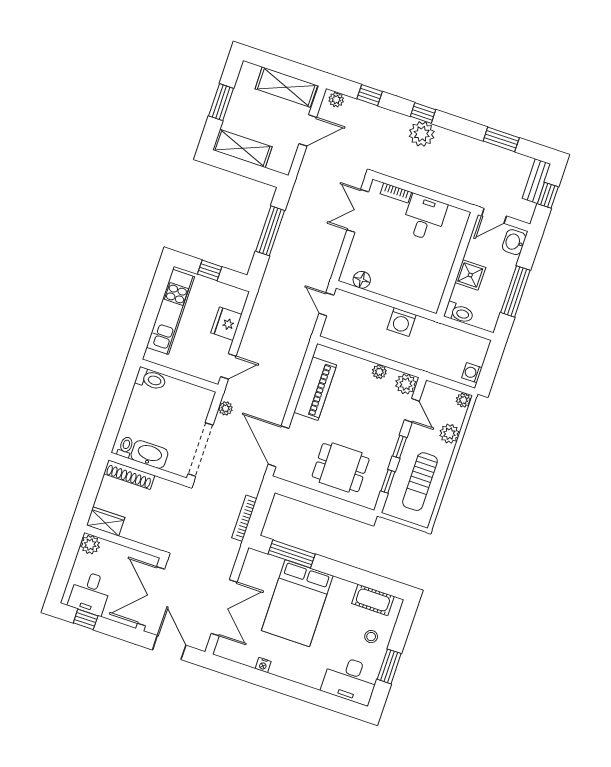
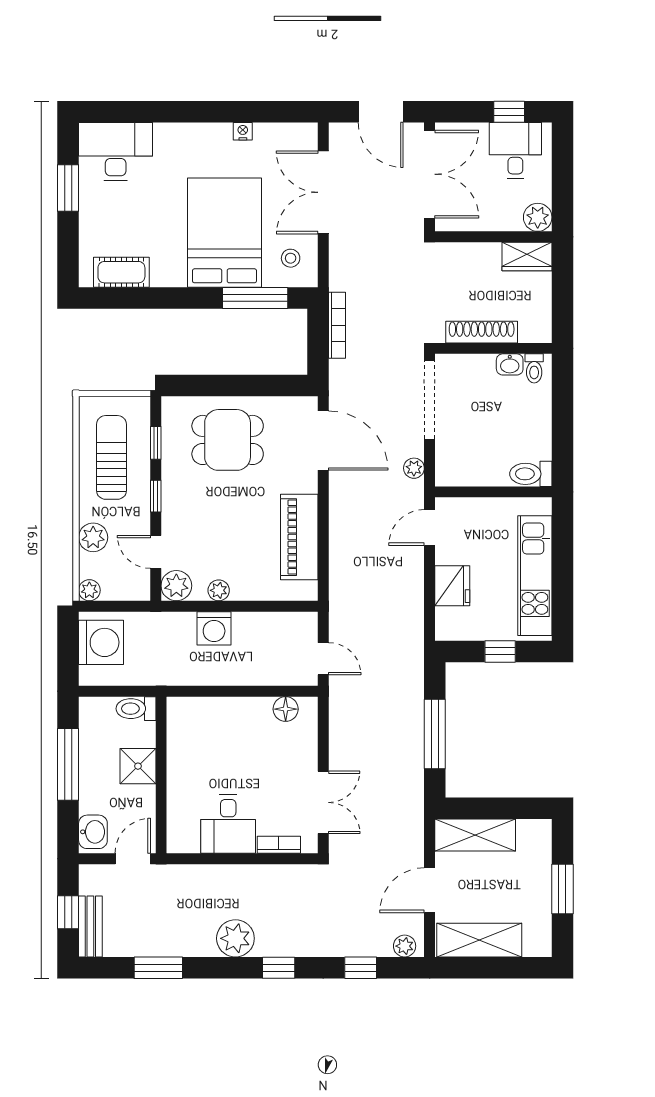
plant: (422, 134) -> (235, 938), moved
shelving: (242, 148) -> (475, 835), moved
washing machine: (402, 322) -> (214, 628), moved, turned 180
washing machine: (472, 373) -> (101, 642), width x1.89, depth x1.89
washbasin: (149, 454) -> (510, 364), width x0.52, depth x0.69
shoe rack: (129, 475) -> (482, 332), moved
stool: (371, 637) -> (291, 258), moved

